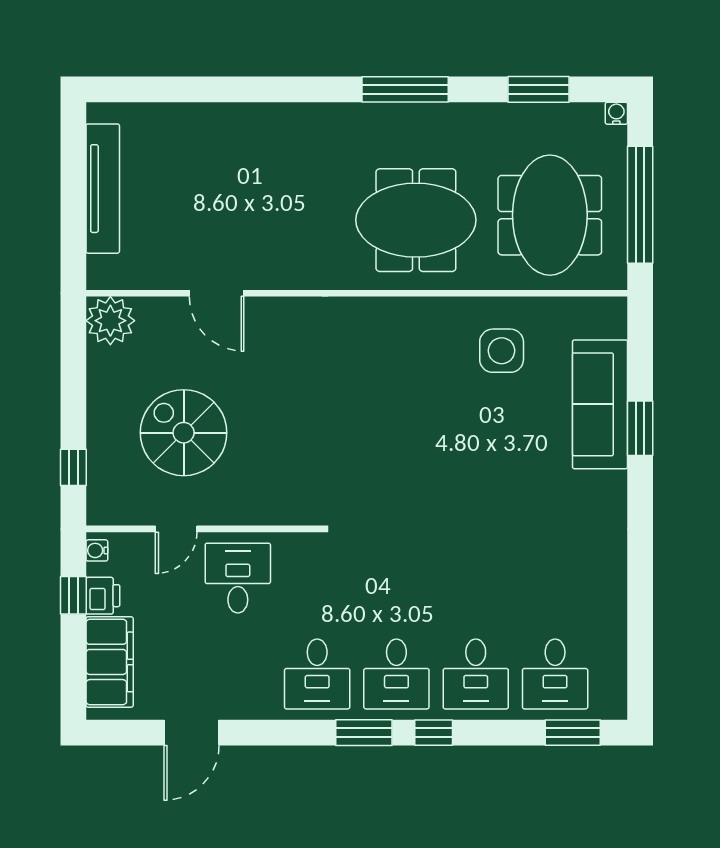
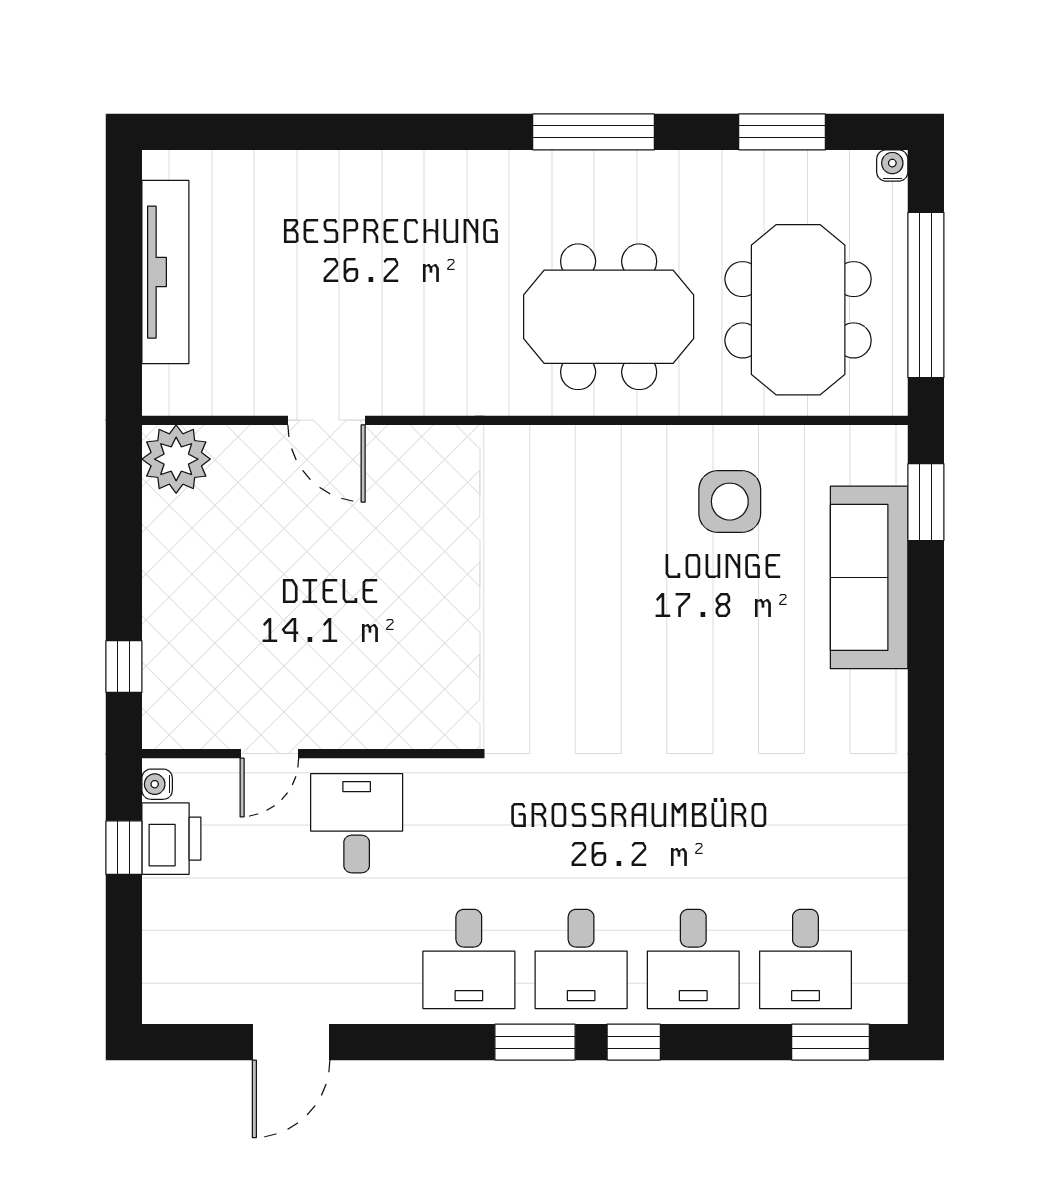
window: (640, 428) -> (926, 502), moved
spiral stairs: (184, 433) -> (280, 618), removed
printer: (103, 596) -> (171, 839), width x1.36, depth x1.24
filing cabinet: (110, 662) -> (175, 942), removed

